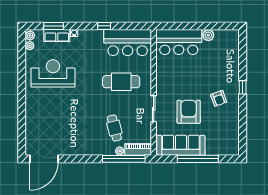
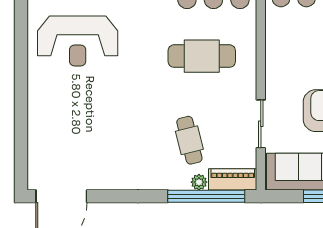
reception desk: (53, 73) -> (78, 41), turned 180
sliding door: (154, 109) -> (261, 124), moved

